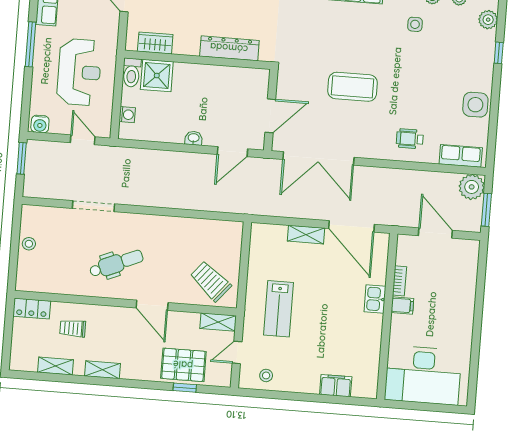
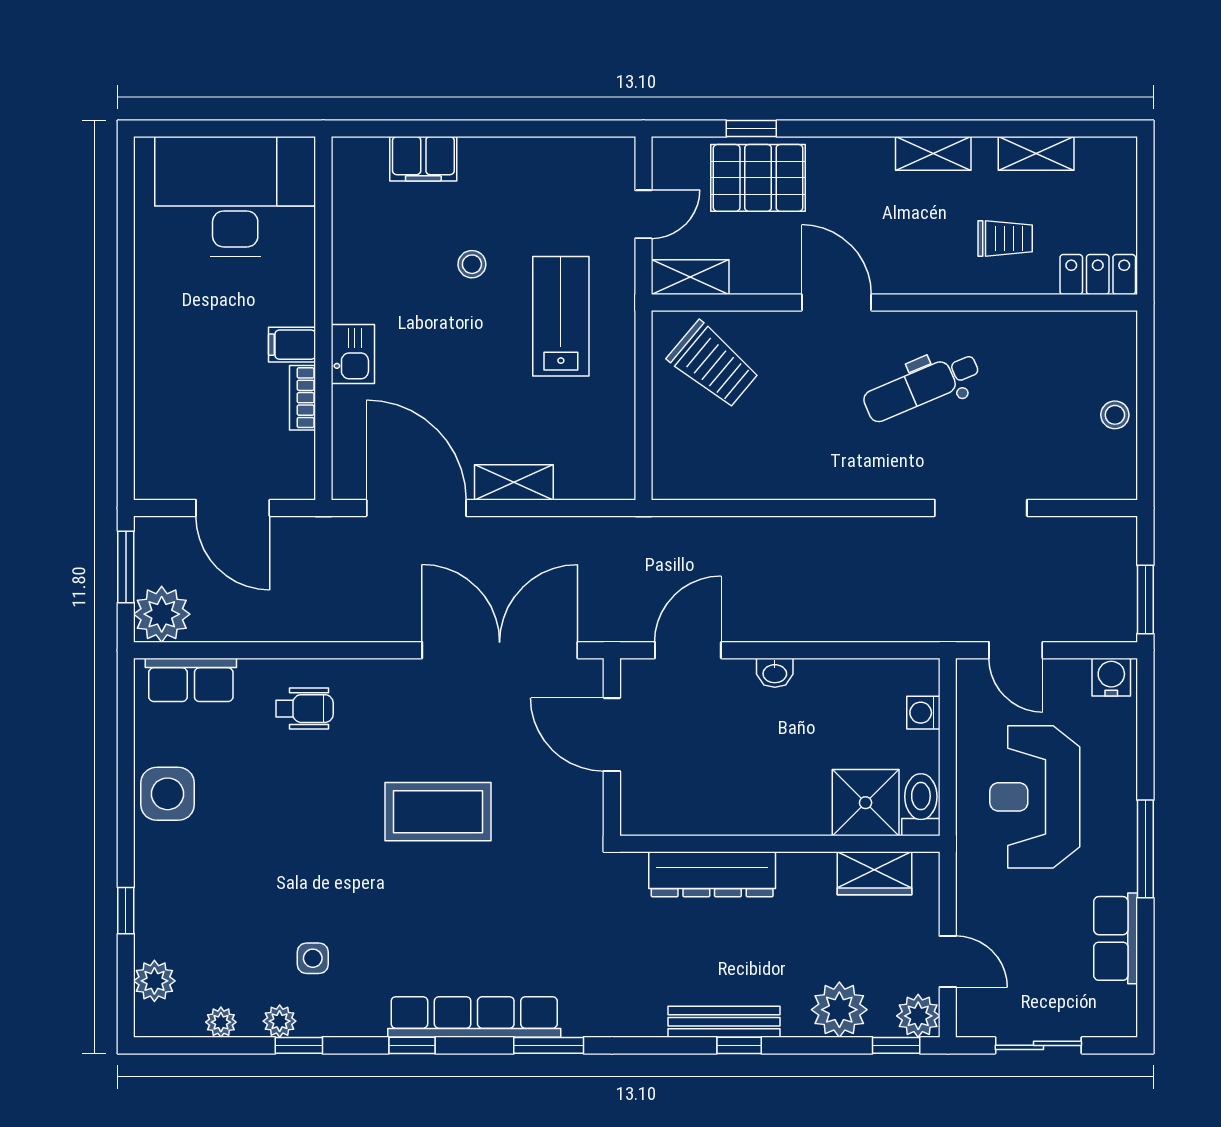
door: (270, 116) -> (612, 735), hinge flipped
stool: (266, 375) -> (472, 264), moved

